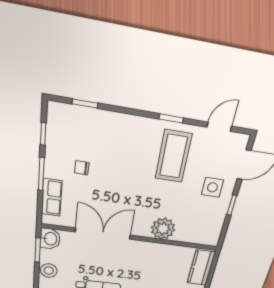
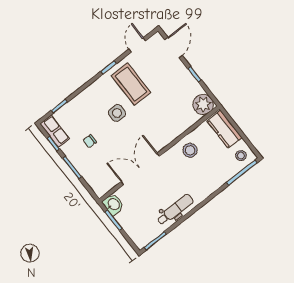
side table: (212, 187) -> (117, 113), moved
row of seats: (52, 198) -> (55, 131), moved
plant: (163, 229) -> (203, 104), moved
stool: (49, 271) -> (190, 150), moved

